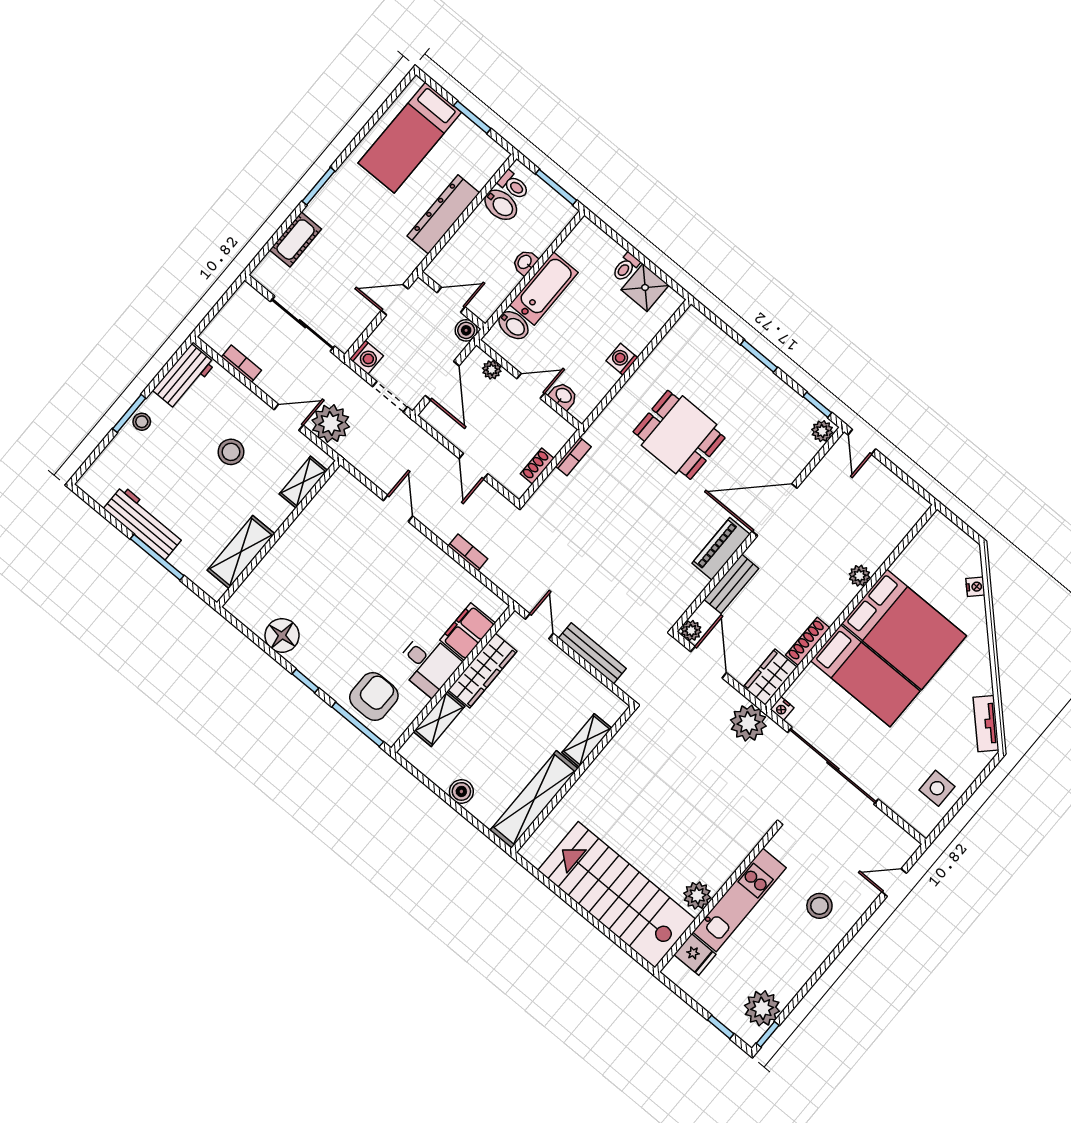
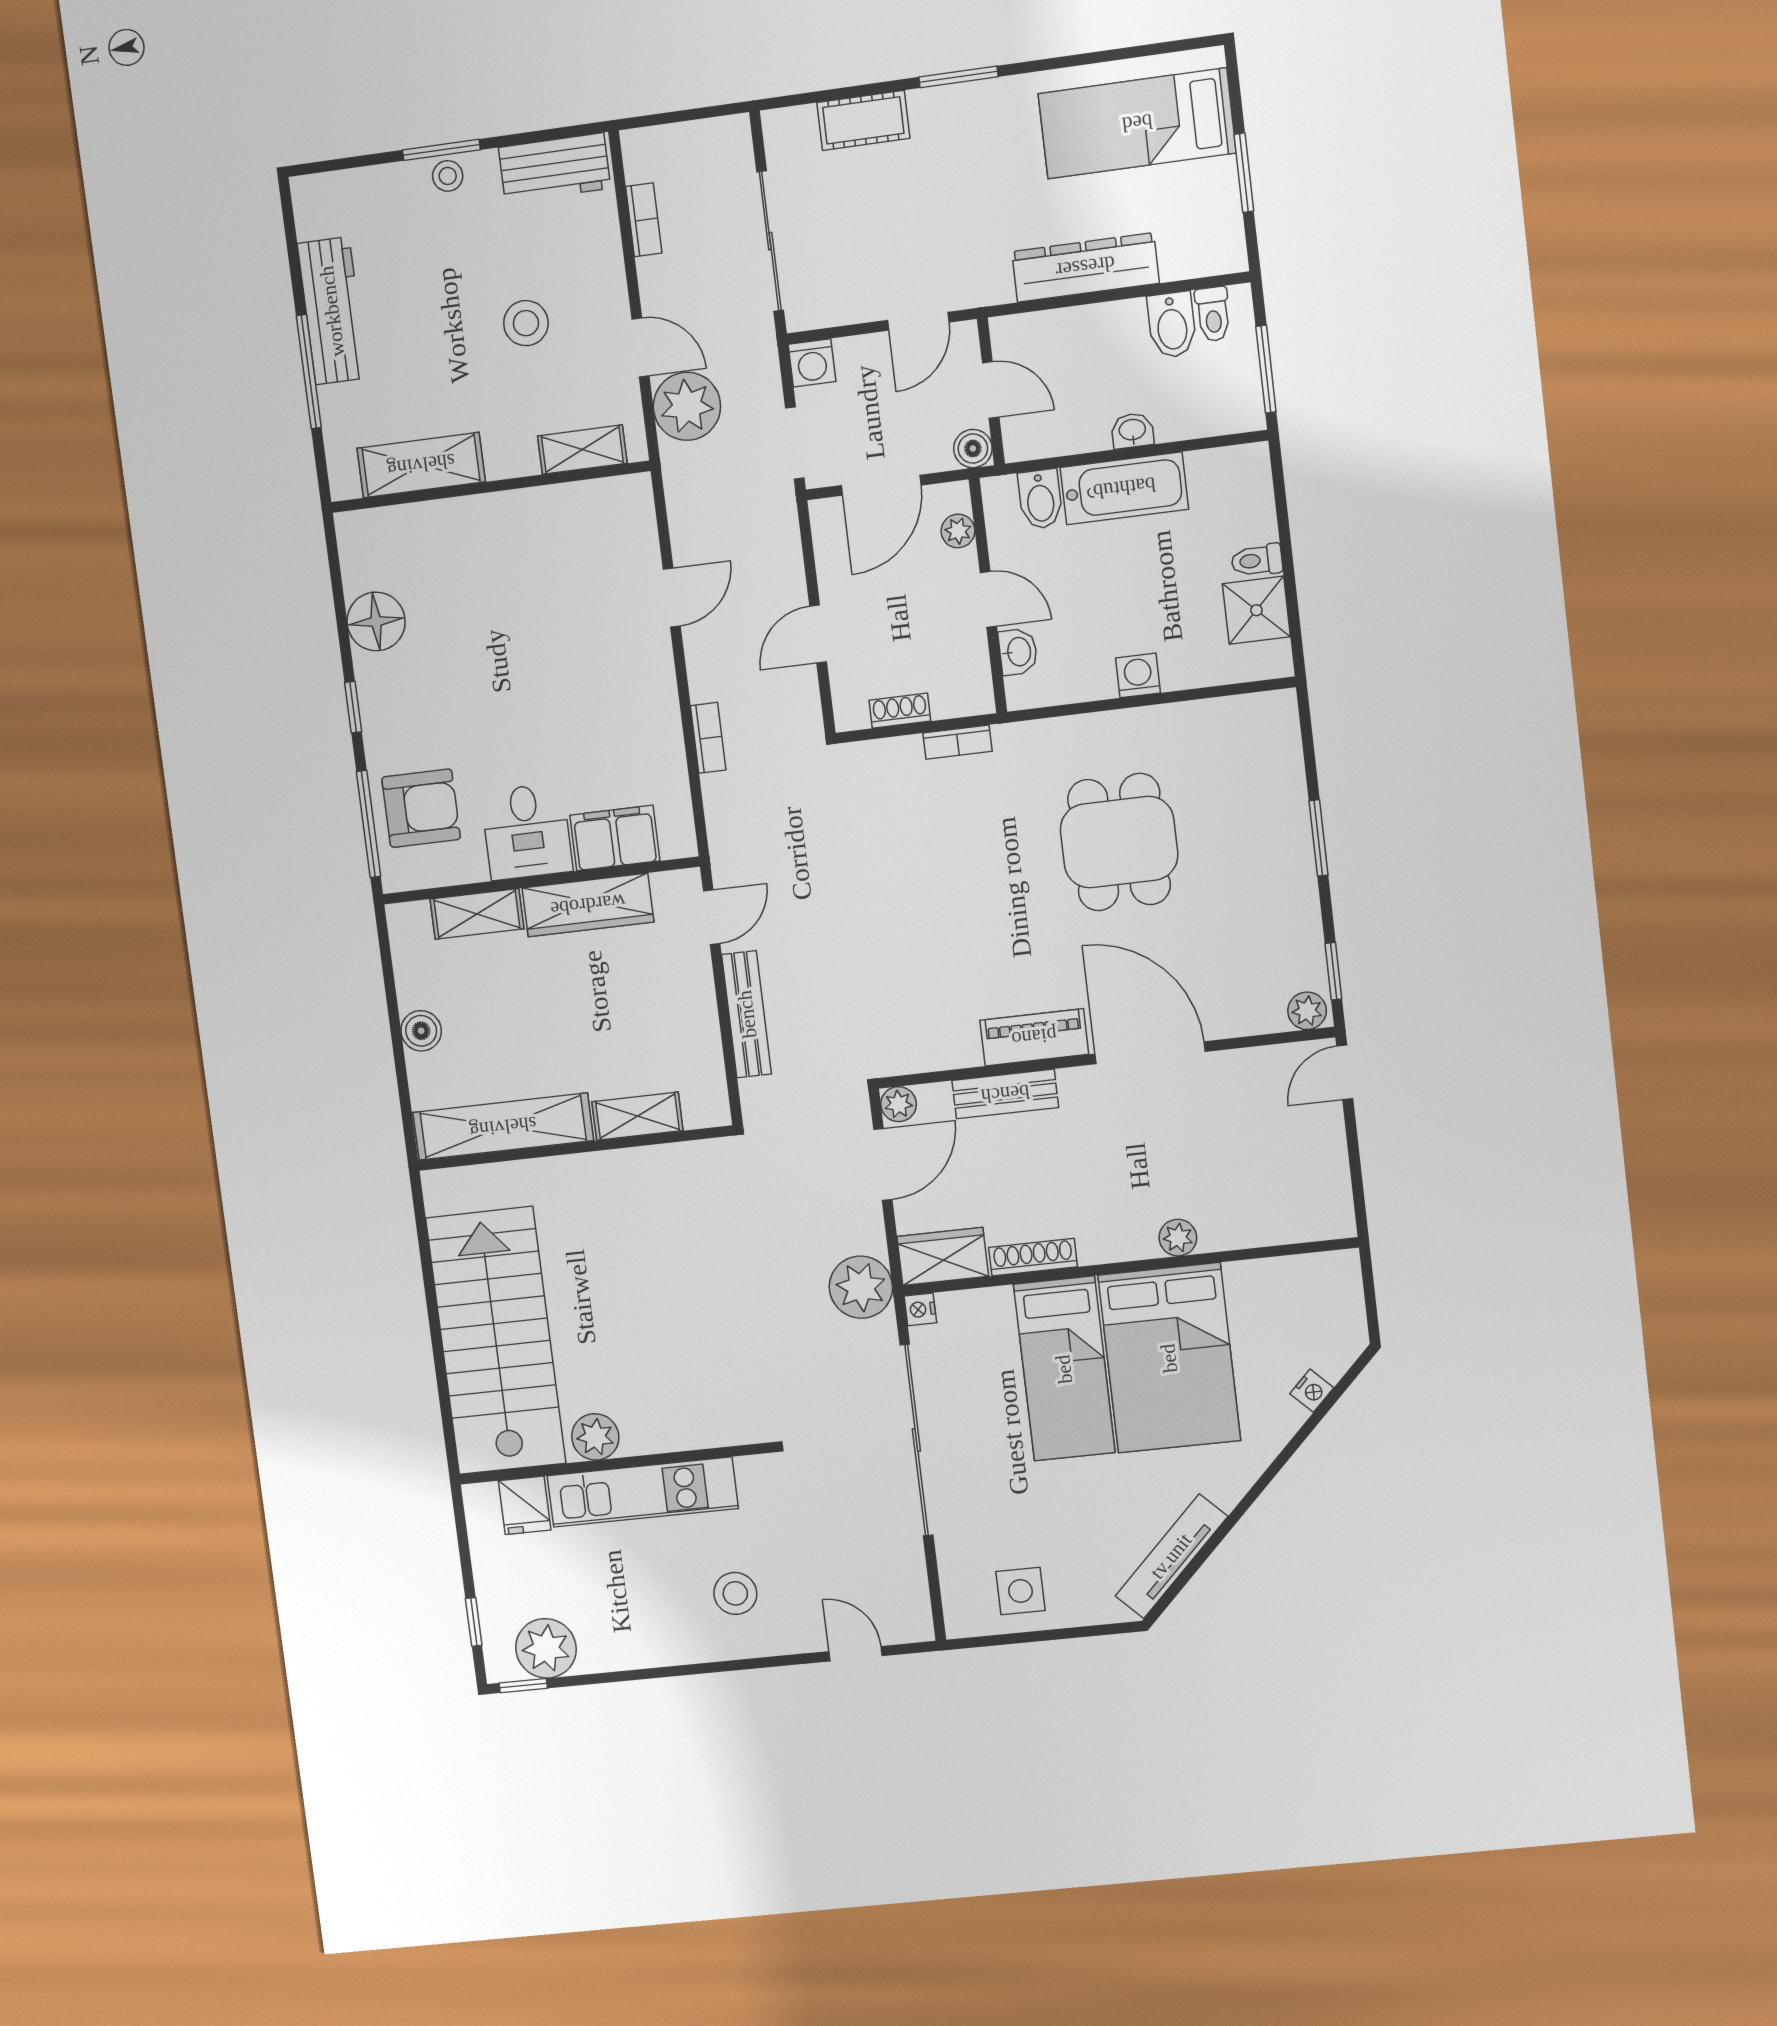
door: (395, 300) -> (918, 321), swing flipped
tv unit: (986, 724) -> (1171, 1556), width x1.41

